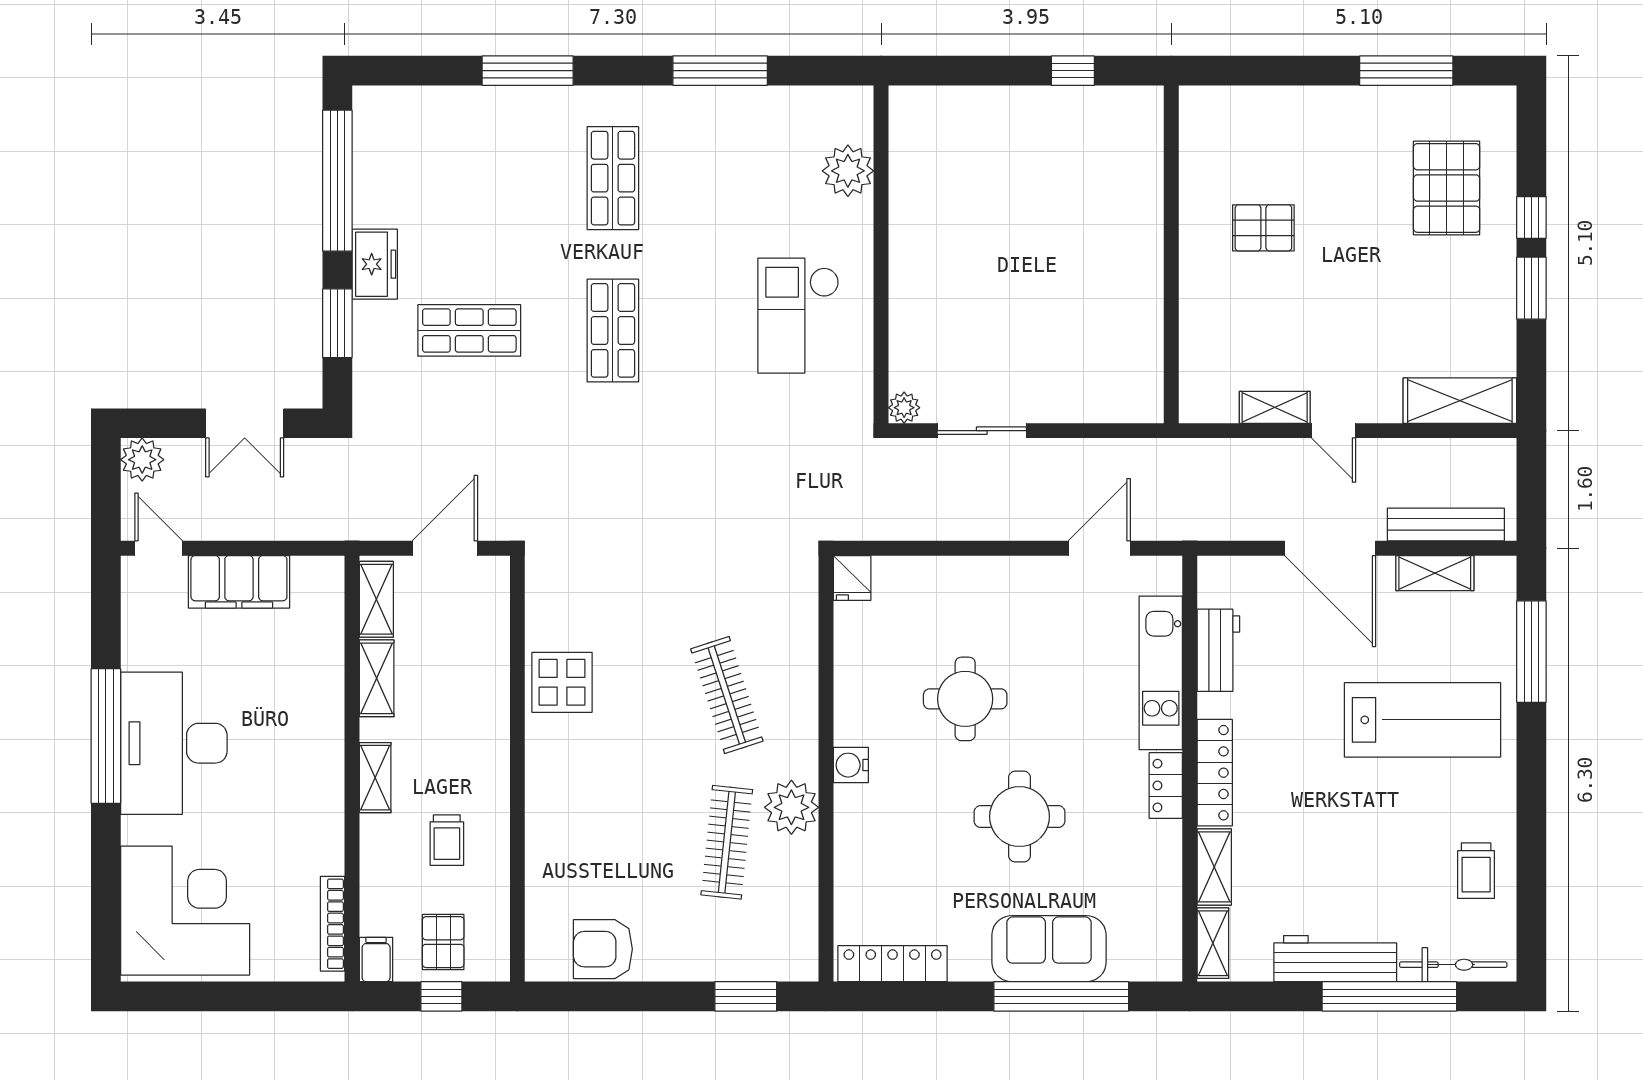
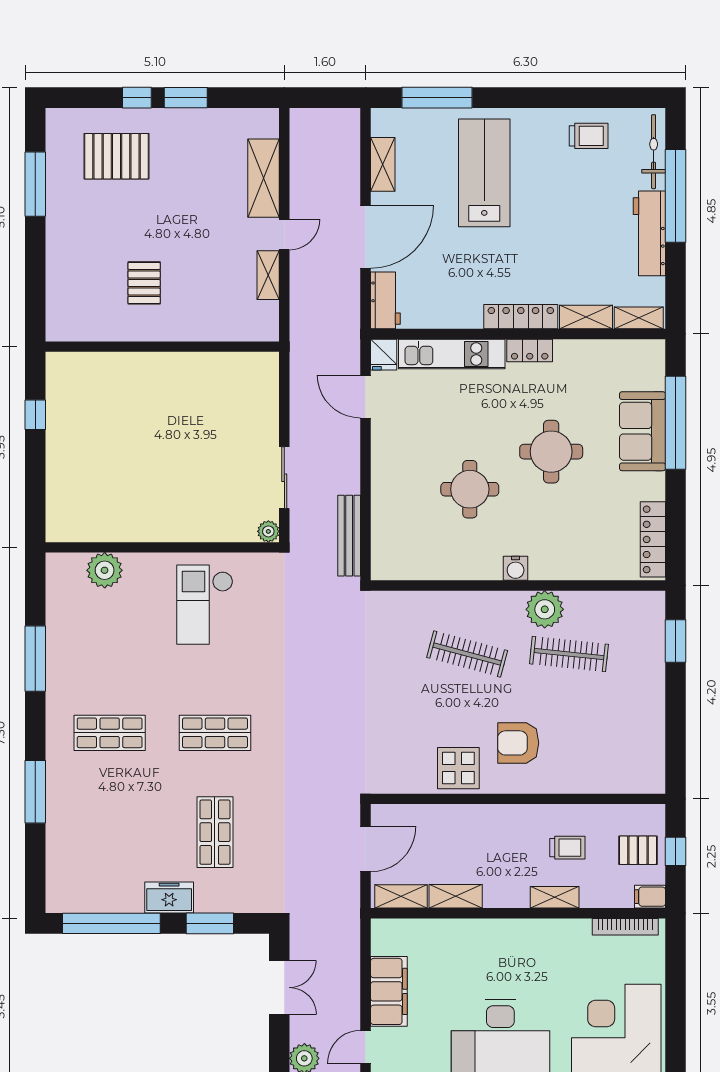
checkout: (798, 316) -> (205, 605), turned 90
shelving: (1460, 401) -> (263, 178), moved
bench: (1446, 524) -> (349, 536), moved
door: (445, 548) -> (366, 849), swing flipped
fridge: (852, 578) -> (384, 355), moved, turned 90
workbench: (1218, 650) -> (385, 300), moved, turned 90
clothes rail: (727, 695) -> (467, 654), turned 33
shelving: (375, 778) -> (555, 897), moved
armchair: (603, 949) -> (518, 743), moved, turned 90

